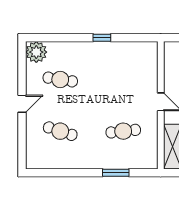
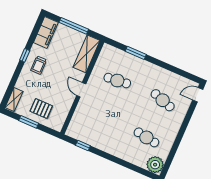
window: (102, 38) -> (83, 145), moved
door: (22, 104) -> (198, 95), moved

